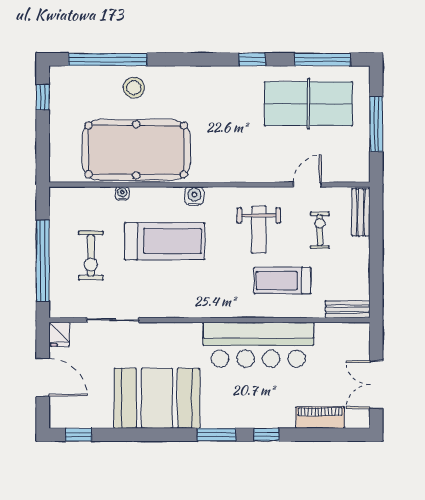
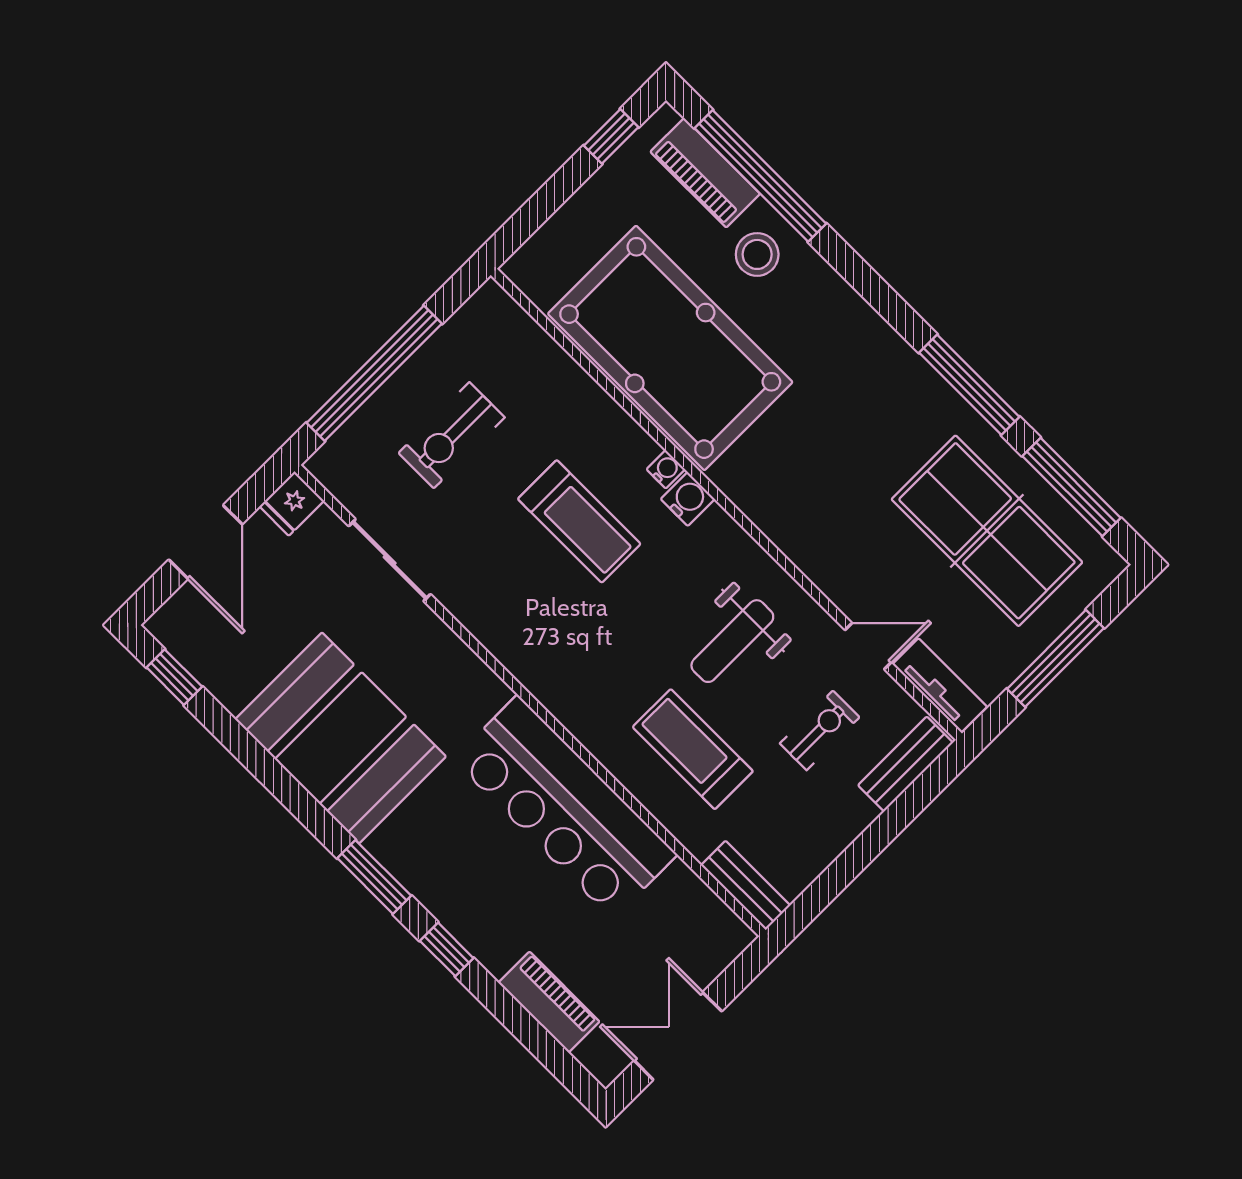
window: (252, 59) -> (969, 385), width x2.17
piano: (88, 77) -> (705, 173), added
tv unit: (346, 173) -> (940, 685), added
water cooler: (122, 193) -> (666, 469), moved
treadmill: (165, 241) -> (579, 521), width x0.73, depth x0.73

